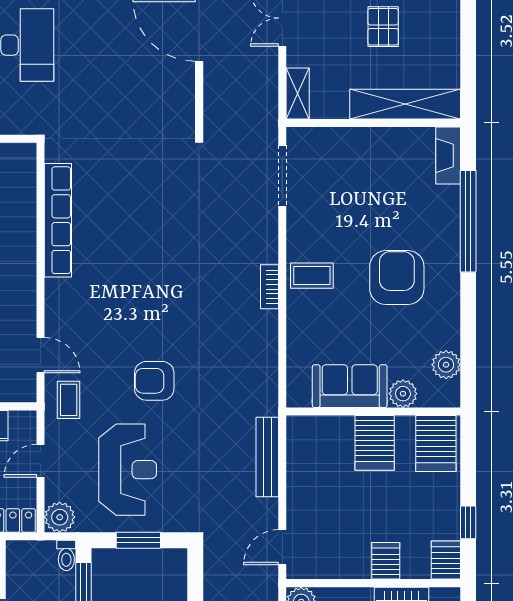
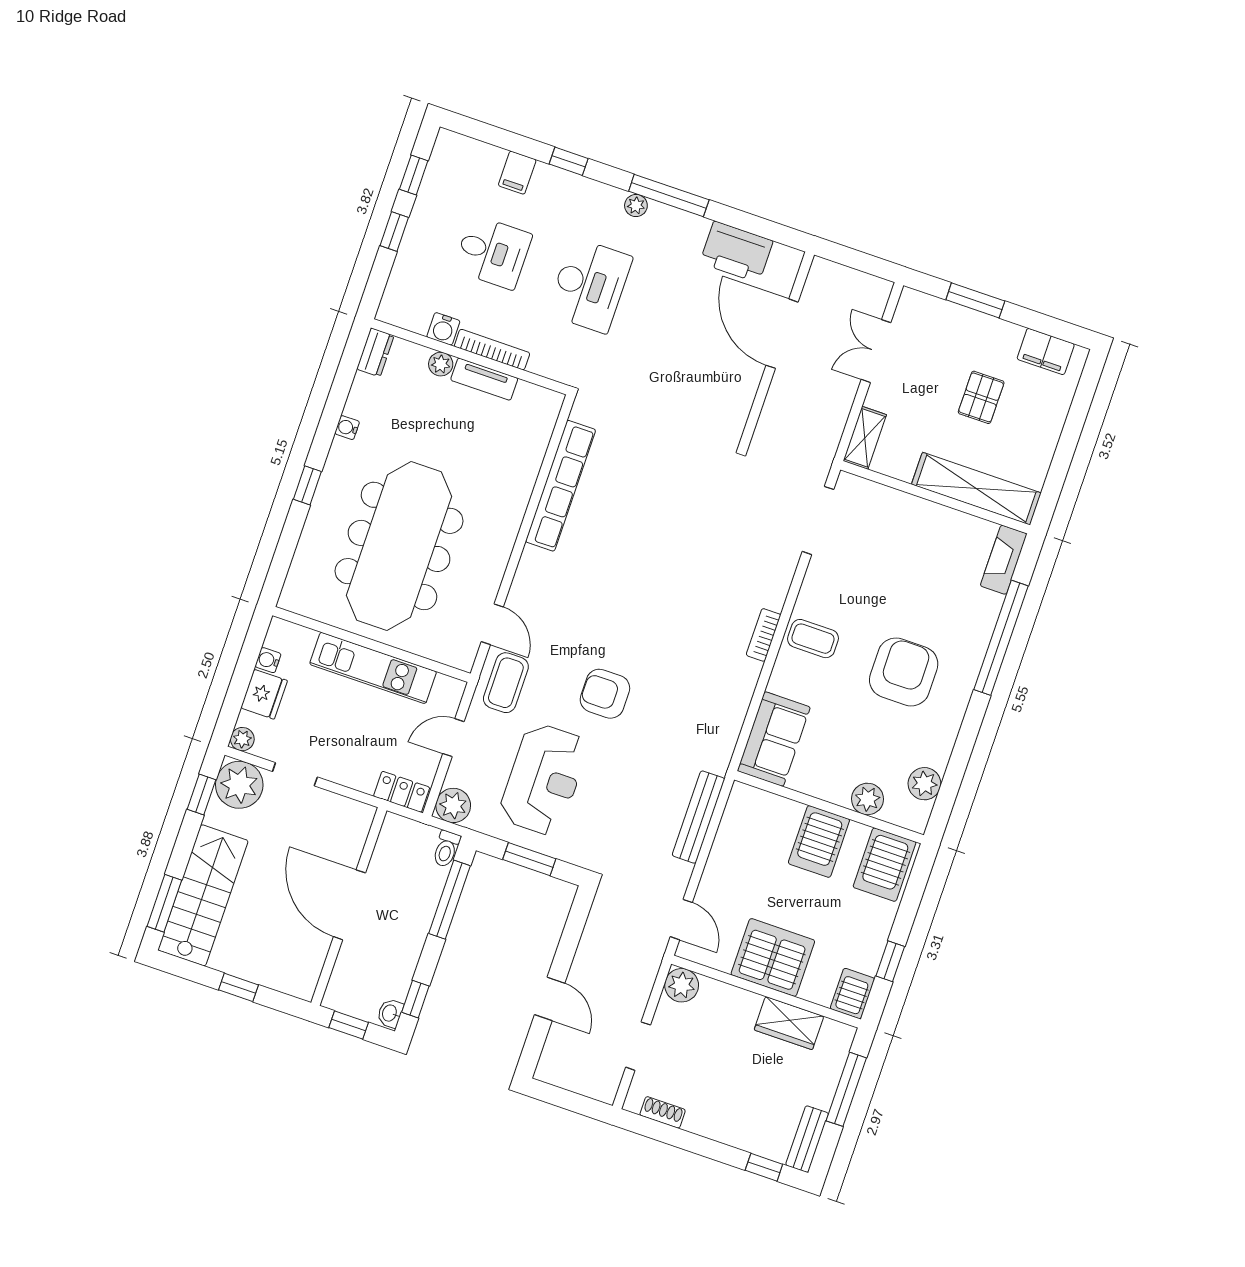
sofa: (350, 386) -> (774, 739), moved, turned 90
coffee table: (69, 400) -> (506, 683), width x1.36, depth x1.30
door: (282, 547) -> (681, 920), swing flipped
server rack: (386, 561) -> (773, 957), width x2.18, depth x1.44

